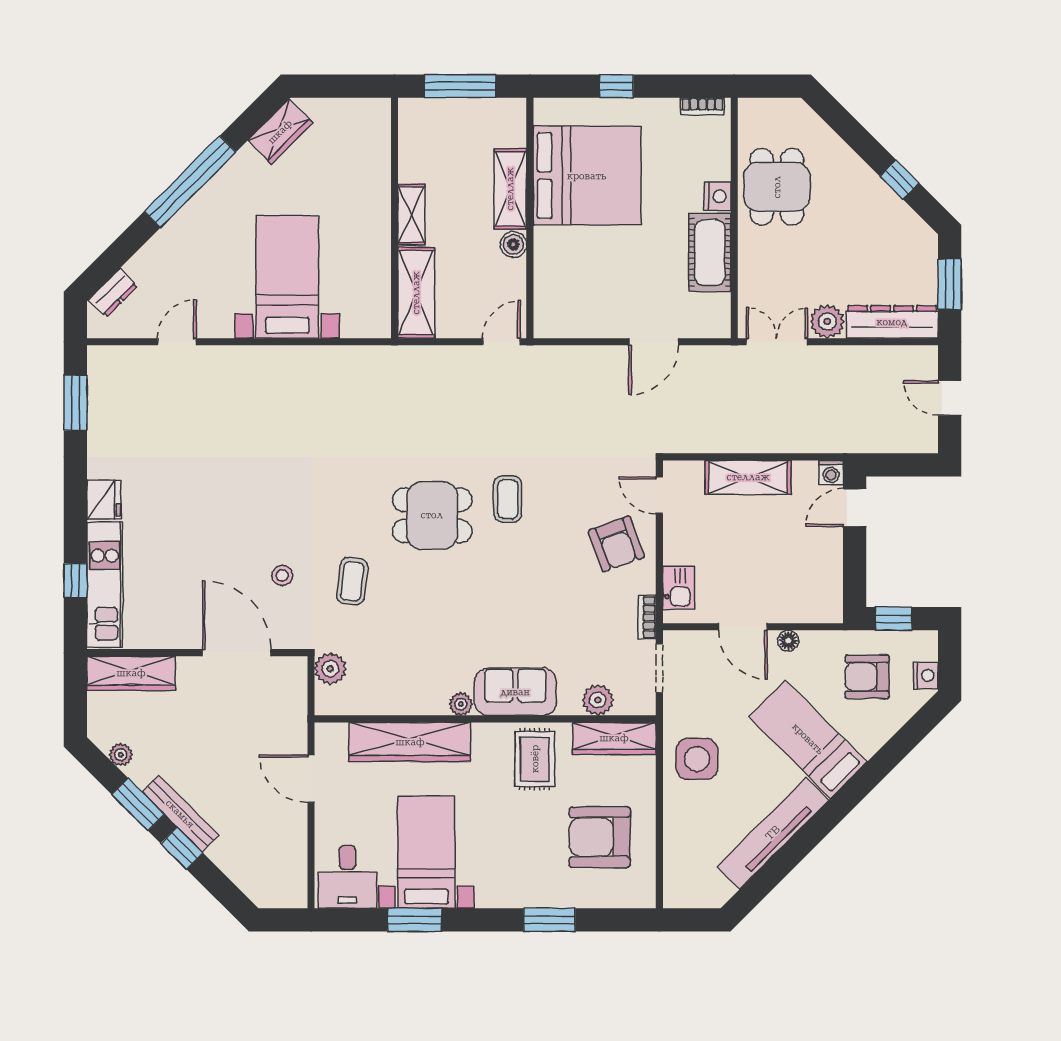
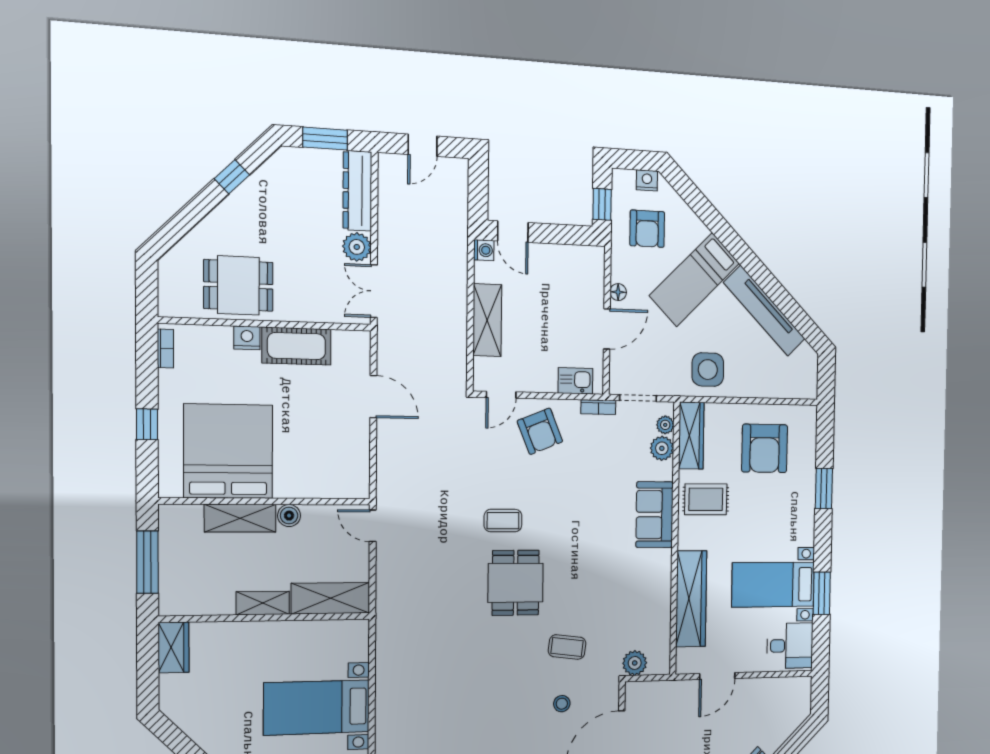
wardrobe: (280, 132) -> (173, 647), moved, turned 45
armchair: (616, 544) -> (540, 431), turned 88
plant: (461, 704) -> (665, 425), moved

